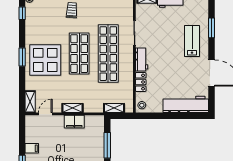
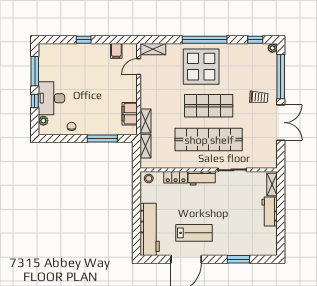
lab bench: (192, 41) -> (194, 233), moved
window: (22, 57) -> (205, 40), width x2.11
shelving: (72, 108) -> (146, 121), moved
door: (45, 114) -> (139, 67), swing flipped
filing cabinet: (74, 122) -> (130, 114), moved
filing cabinet: (32, 148) -> (116, 51), moved

